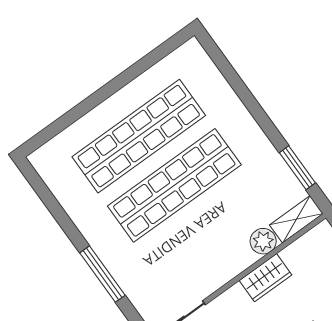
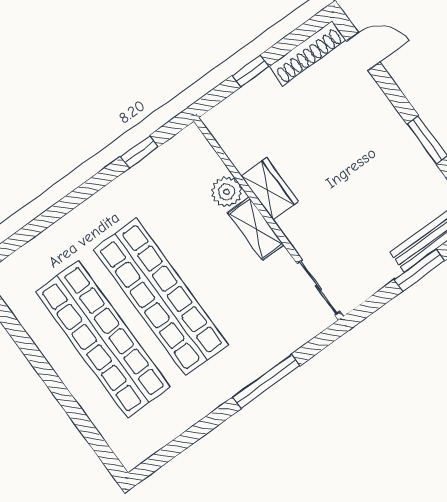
window: (297, 168) -> (140, 152), width x0.67
shelving: (296, 219) -> (256, 229), moved

